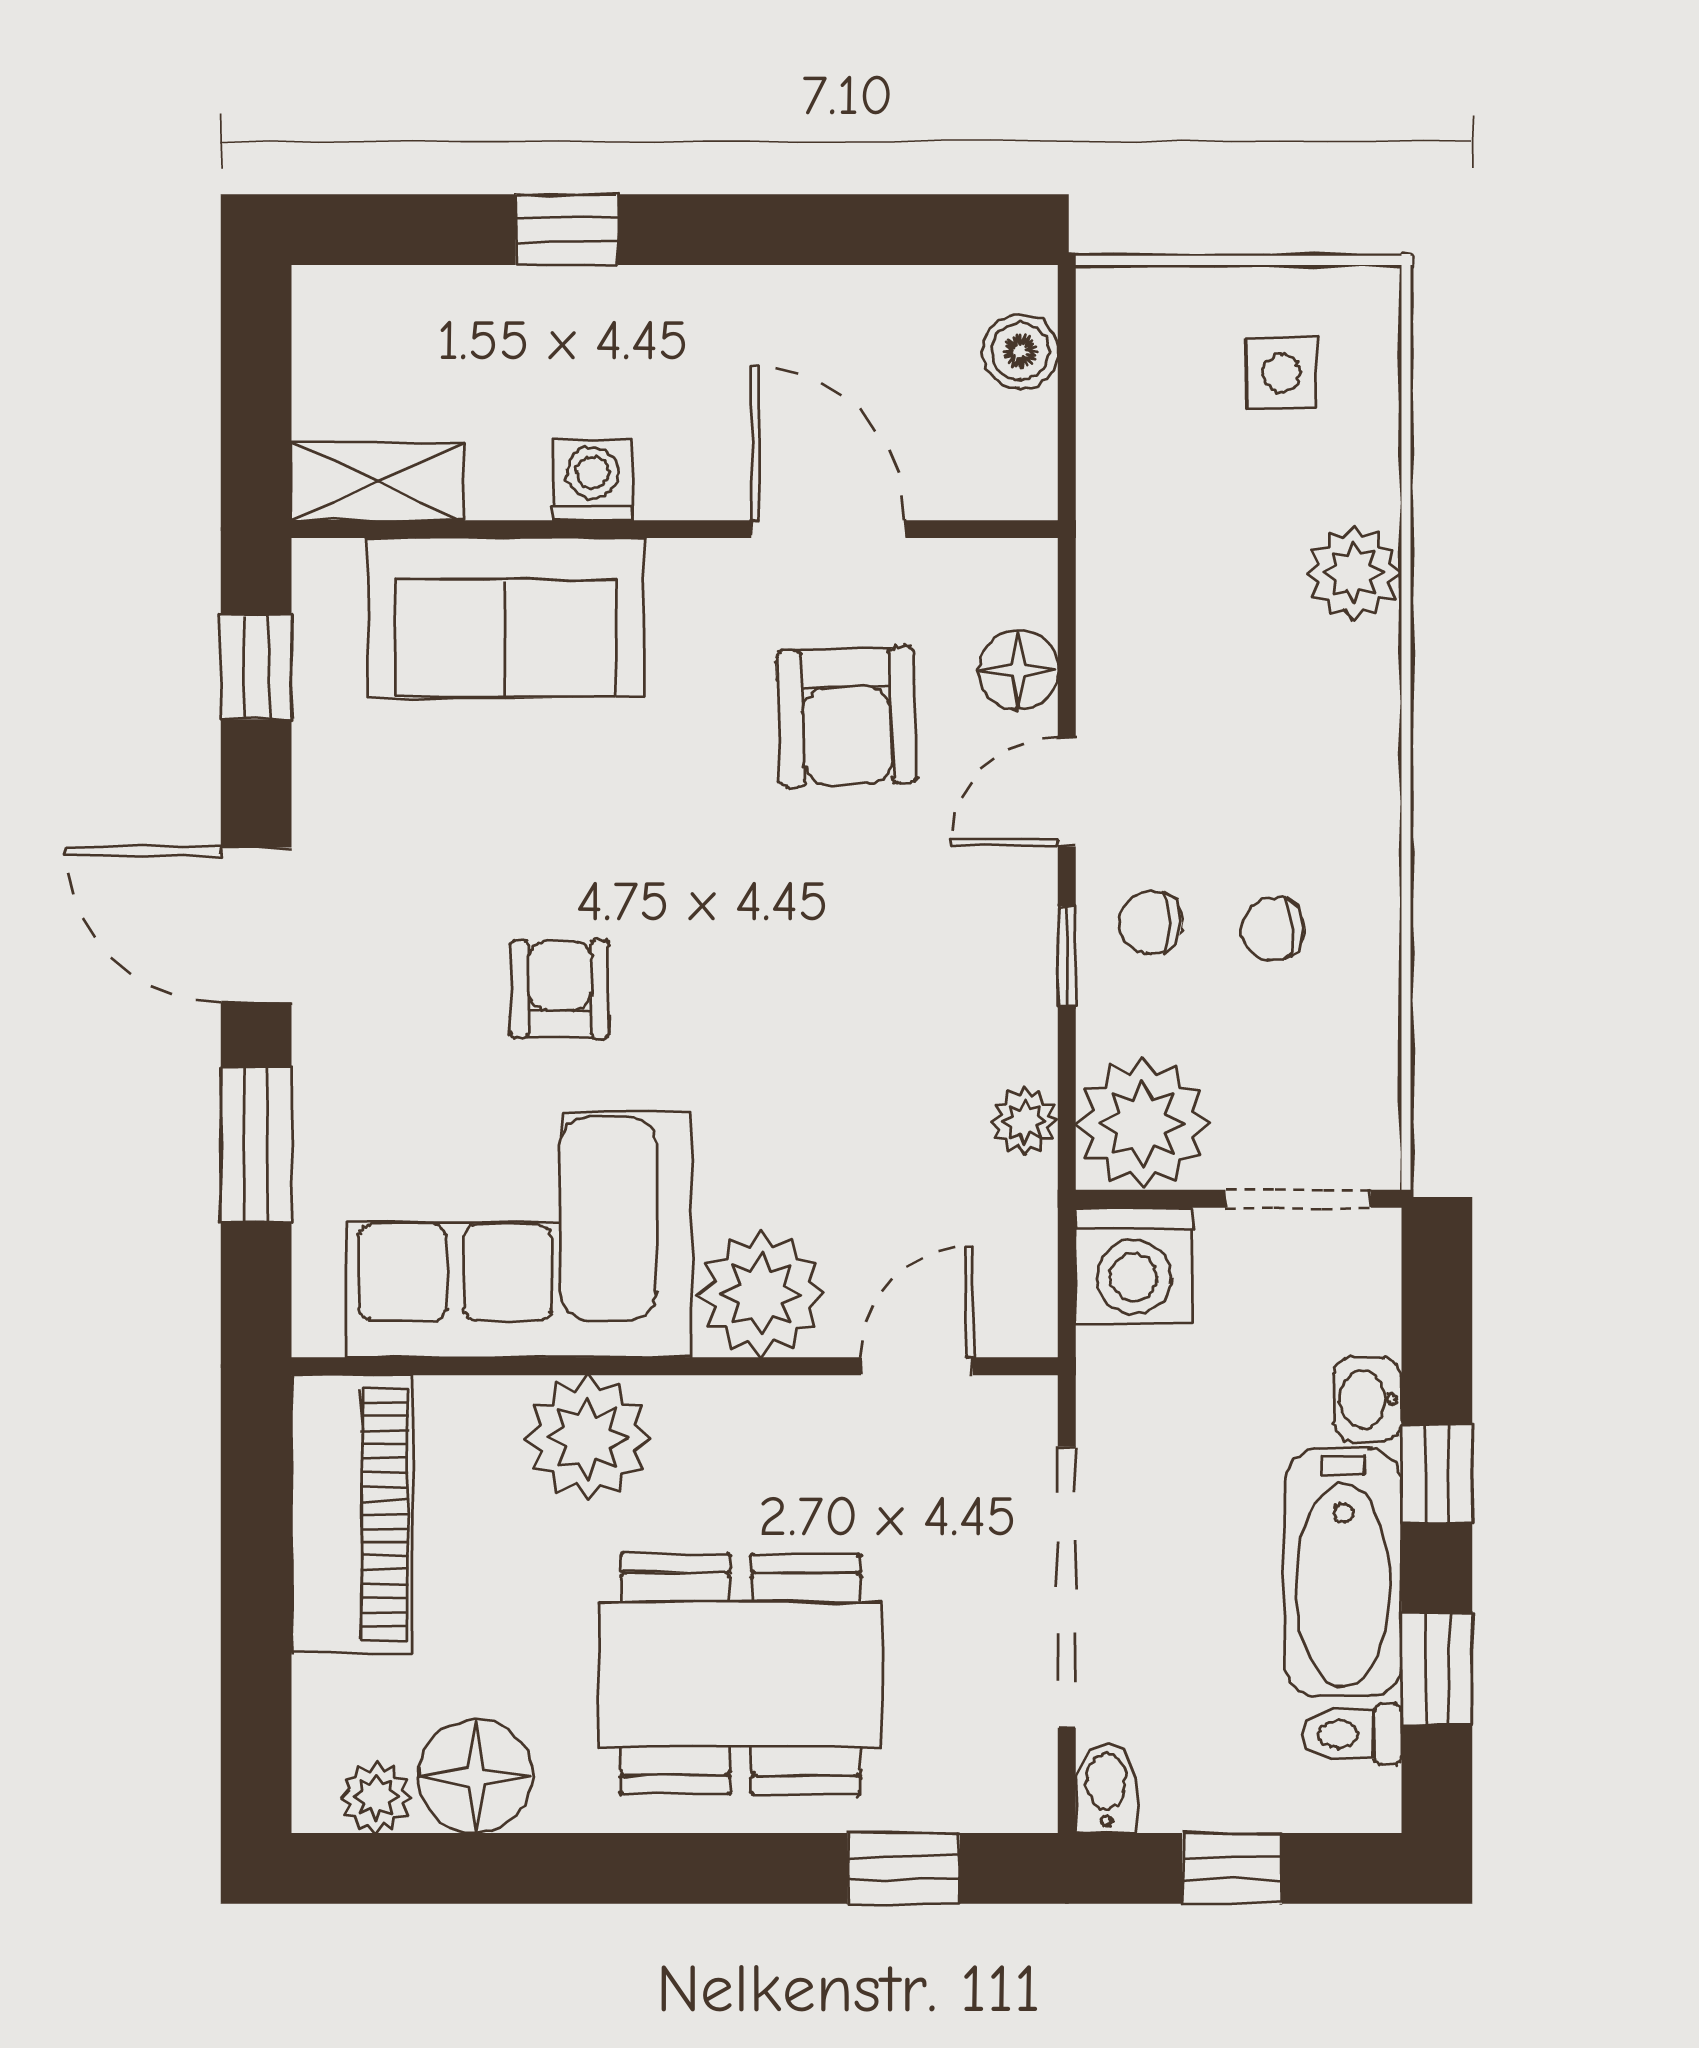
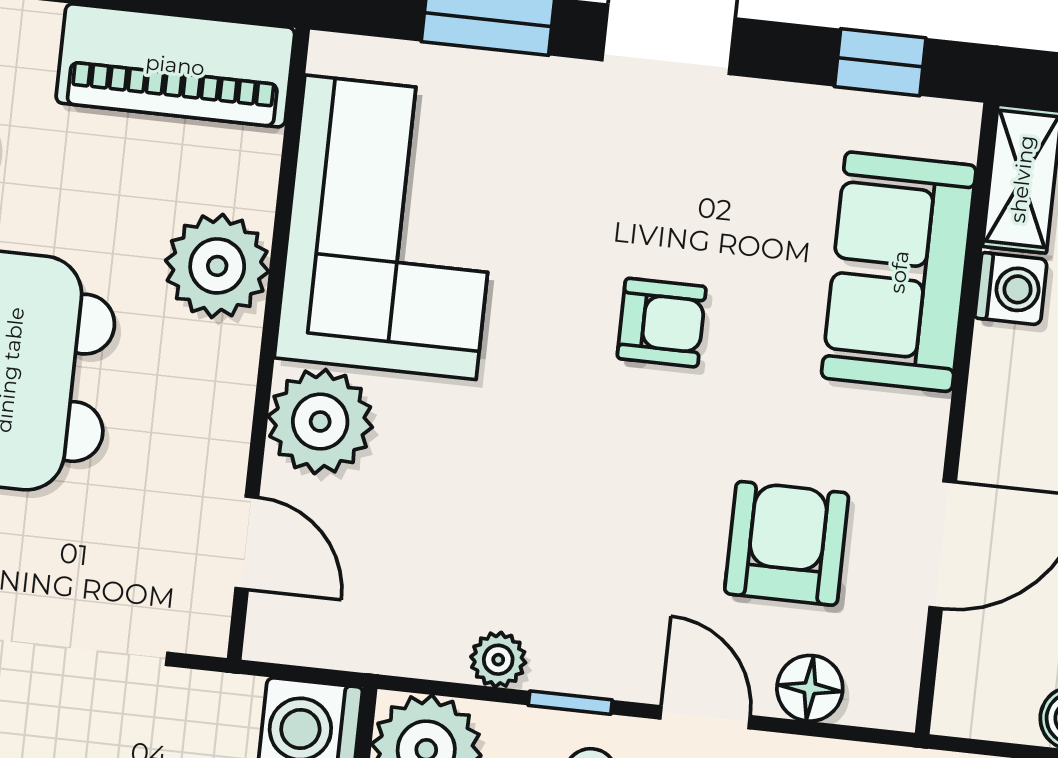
washing machine: (593, 480) -> (1011, 289), moved
armchair: (847, 717) -> (787, 543), turned 92
armchair: (560, 989) -> (662, 323), moved
plant: (1025, 1121) -> (498, 660), moved

